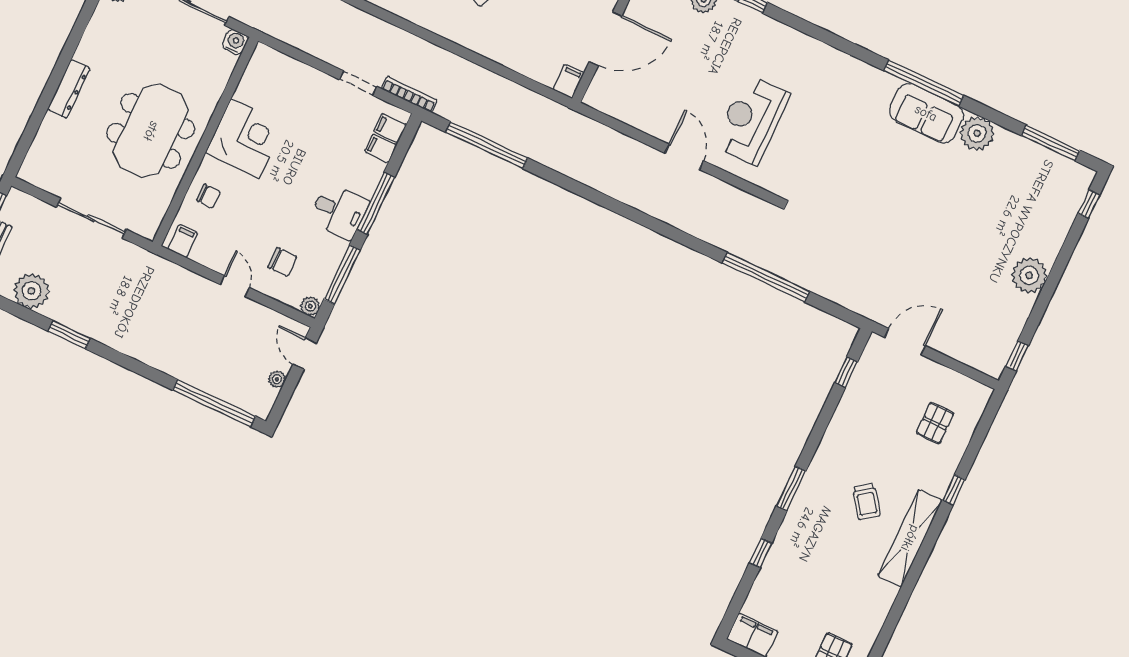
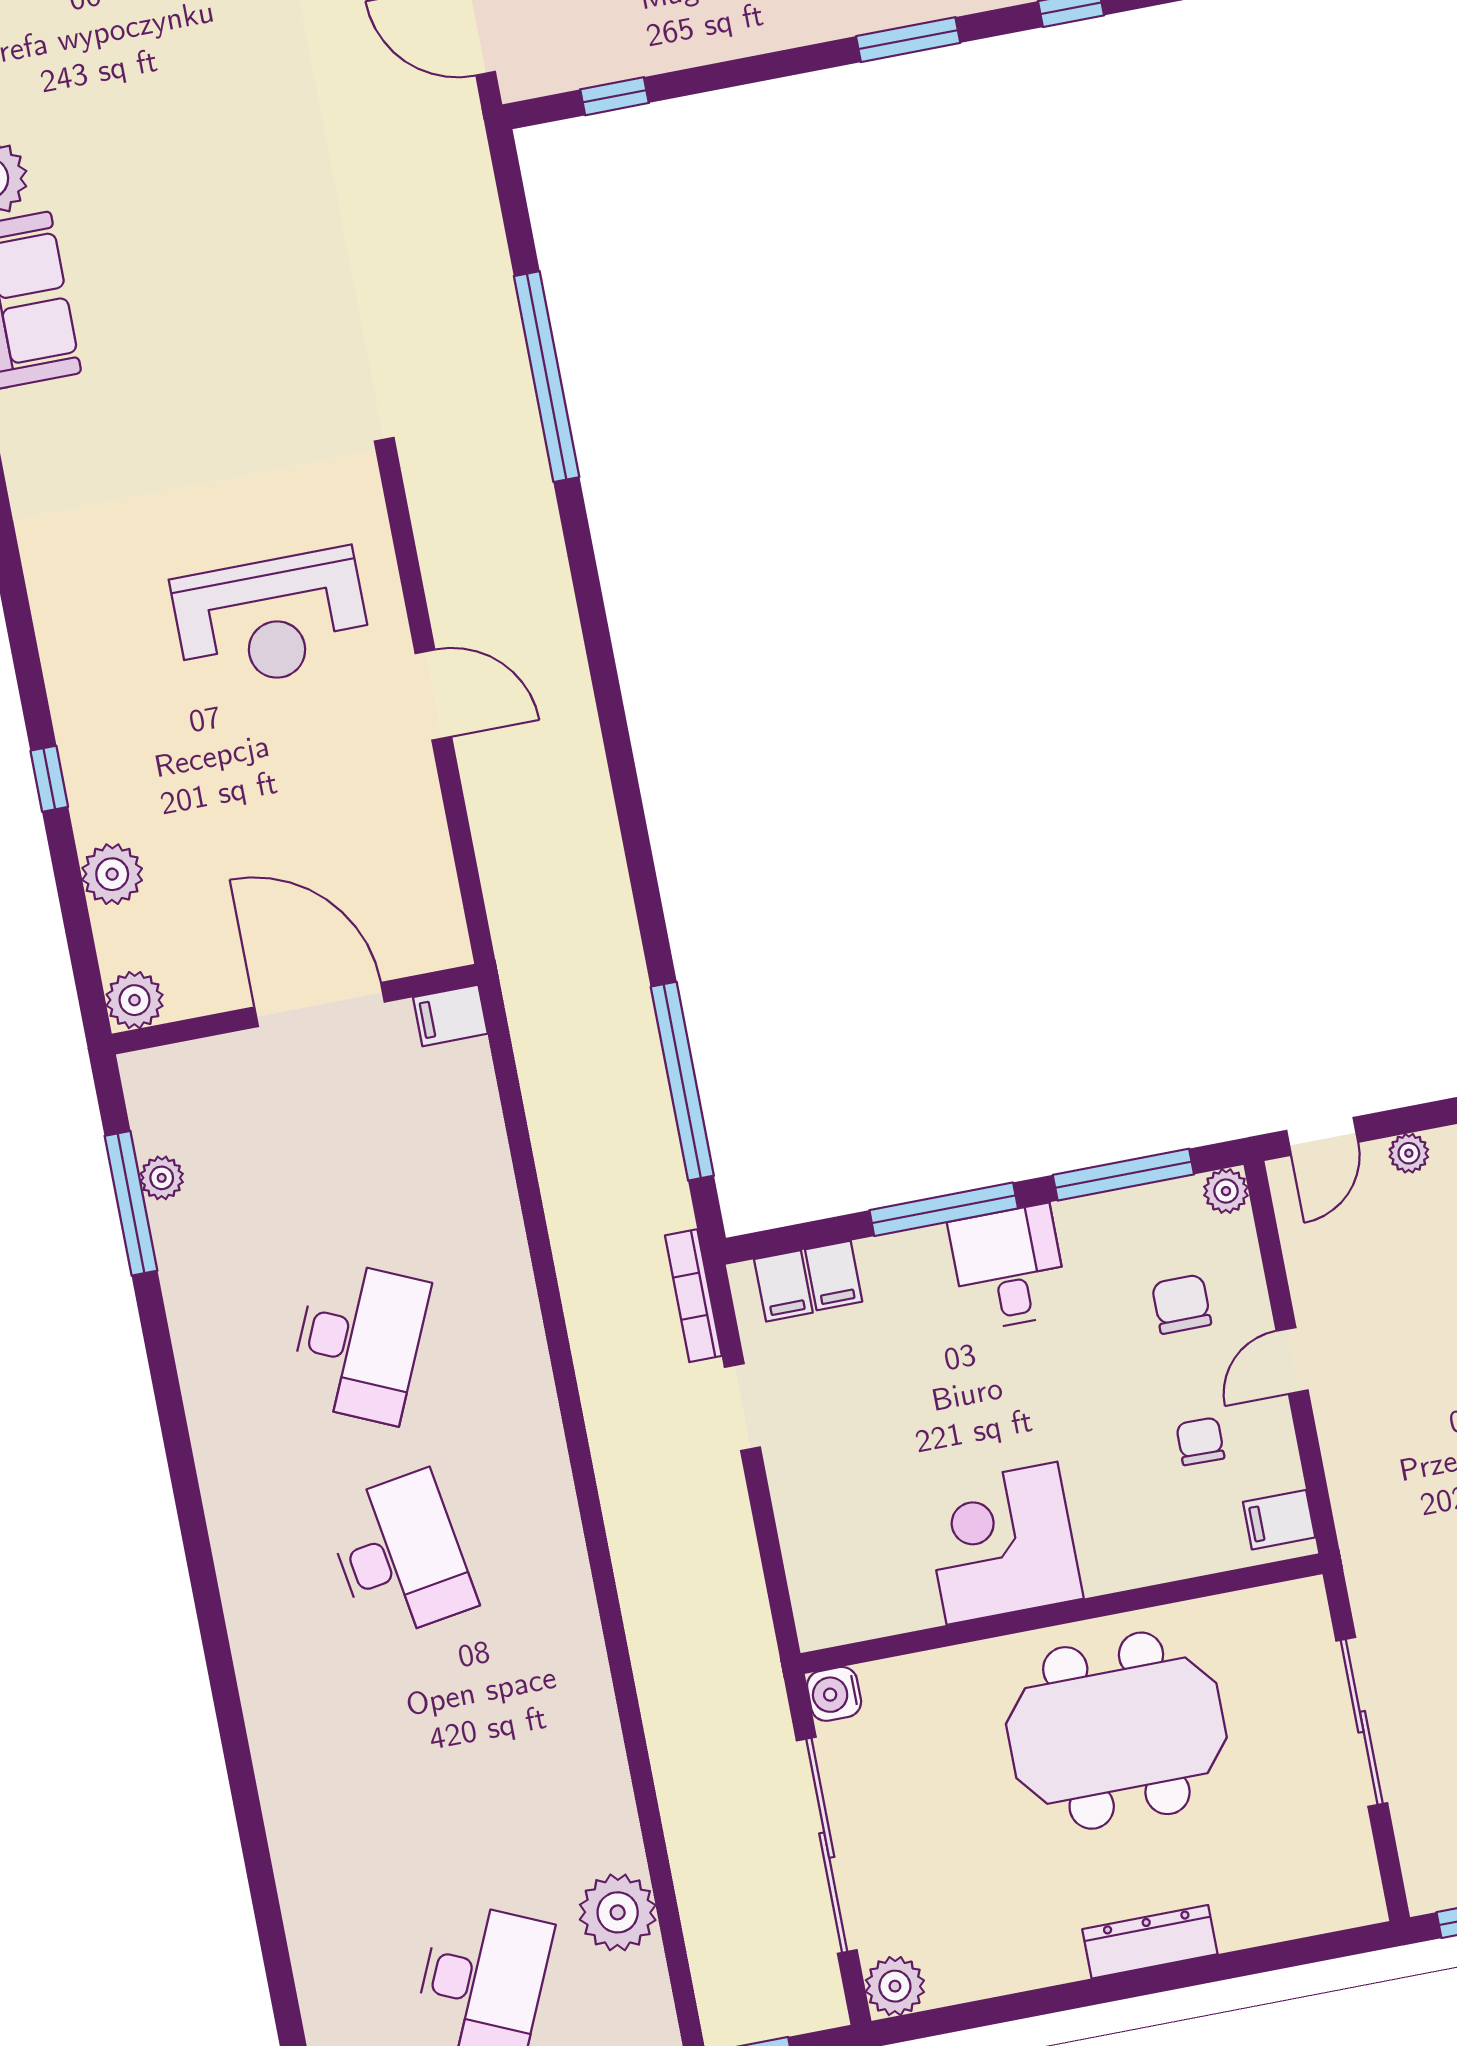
door: (684, 157) -> (433, 695), swing flipped
chair: (208, 196) -> (1200, 1441), moved

